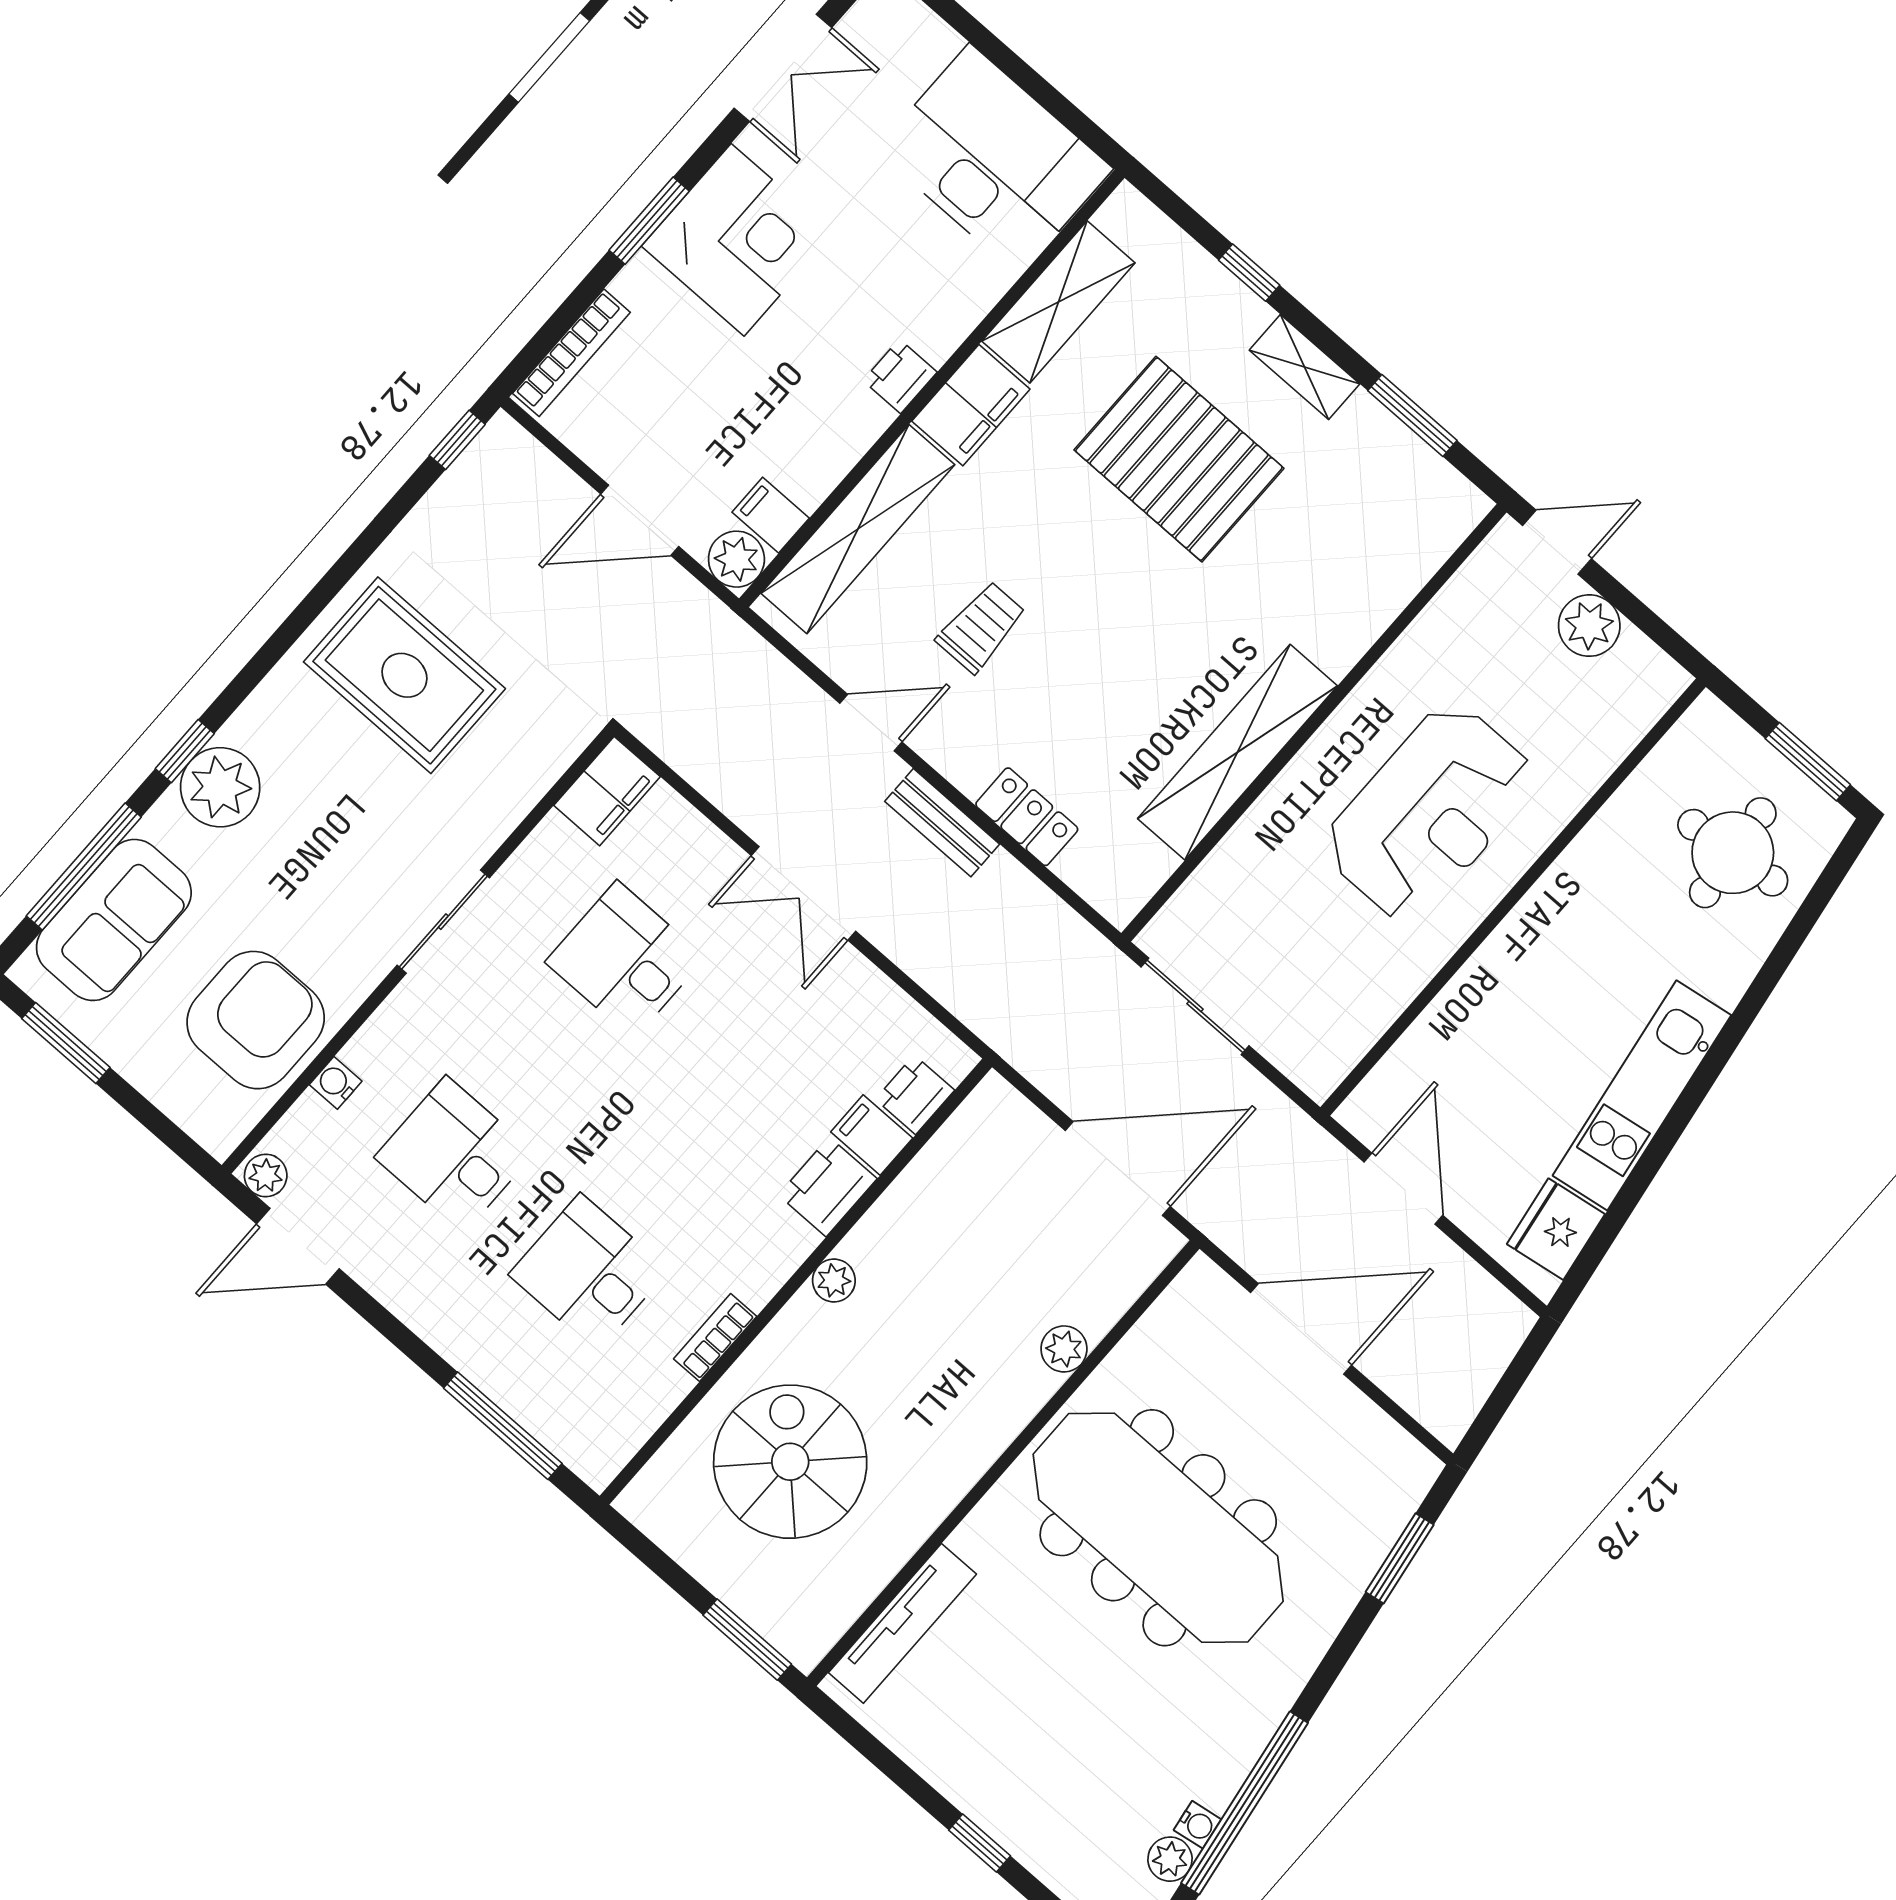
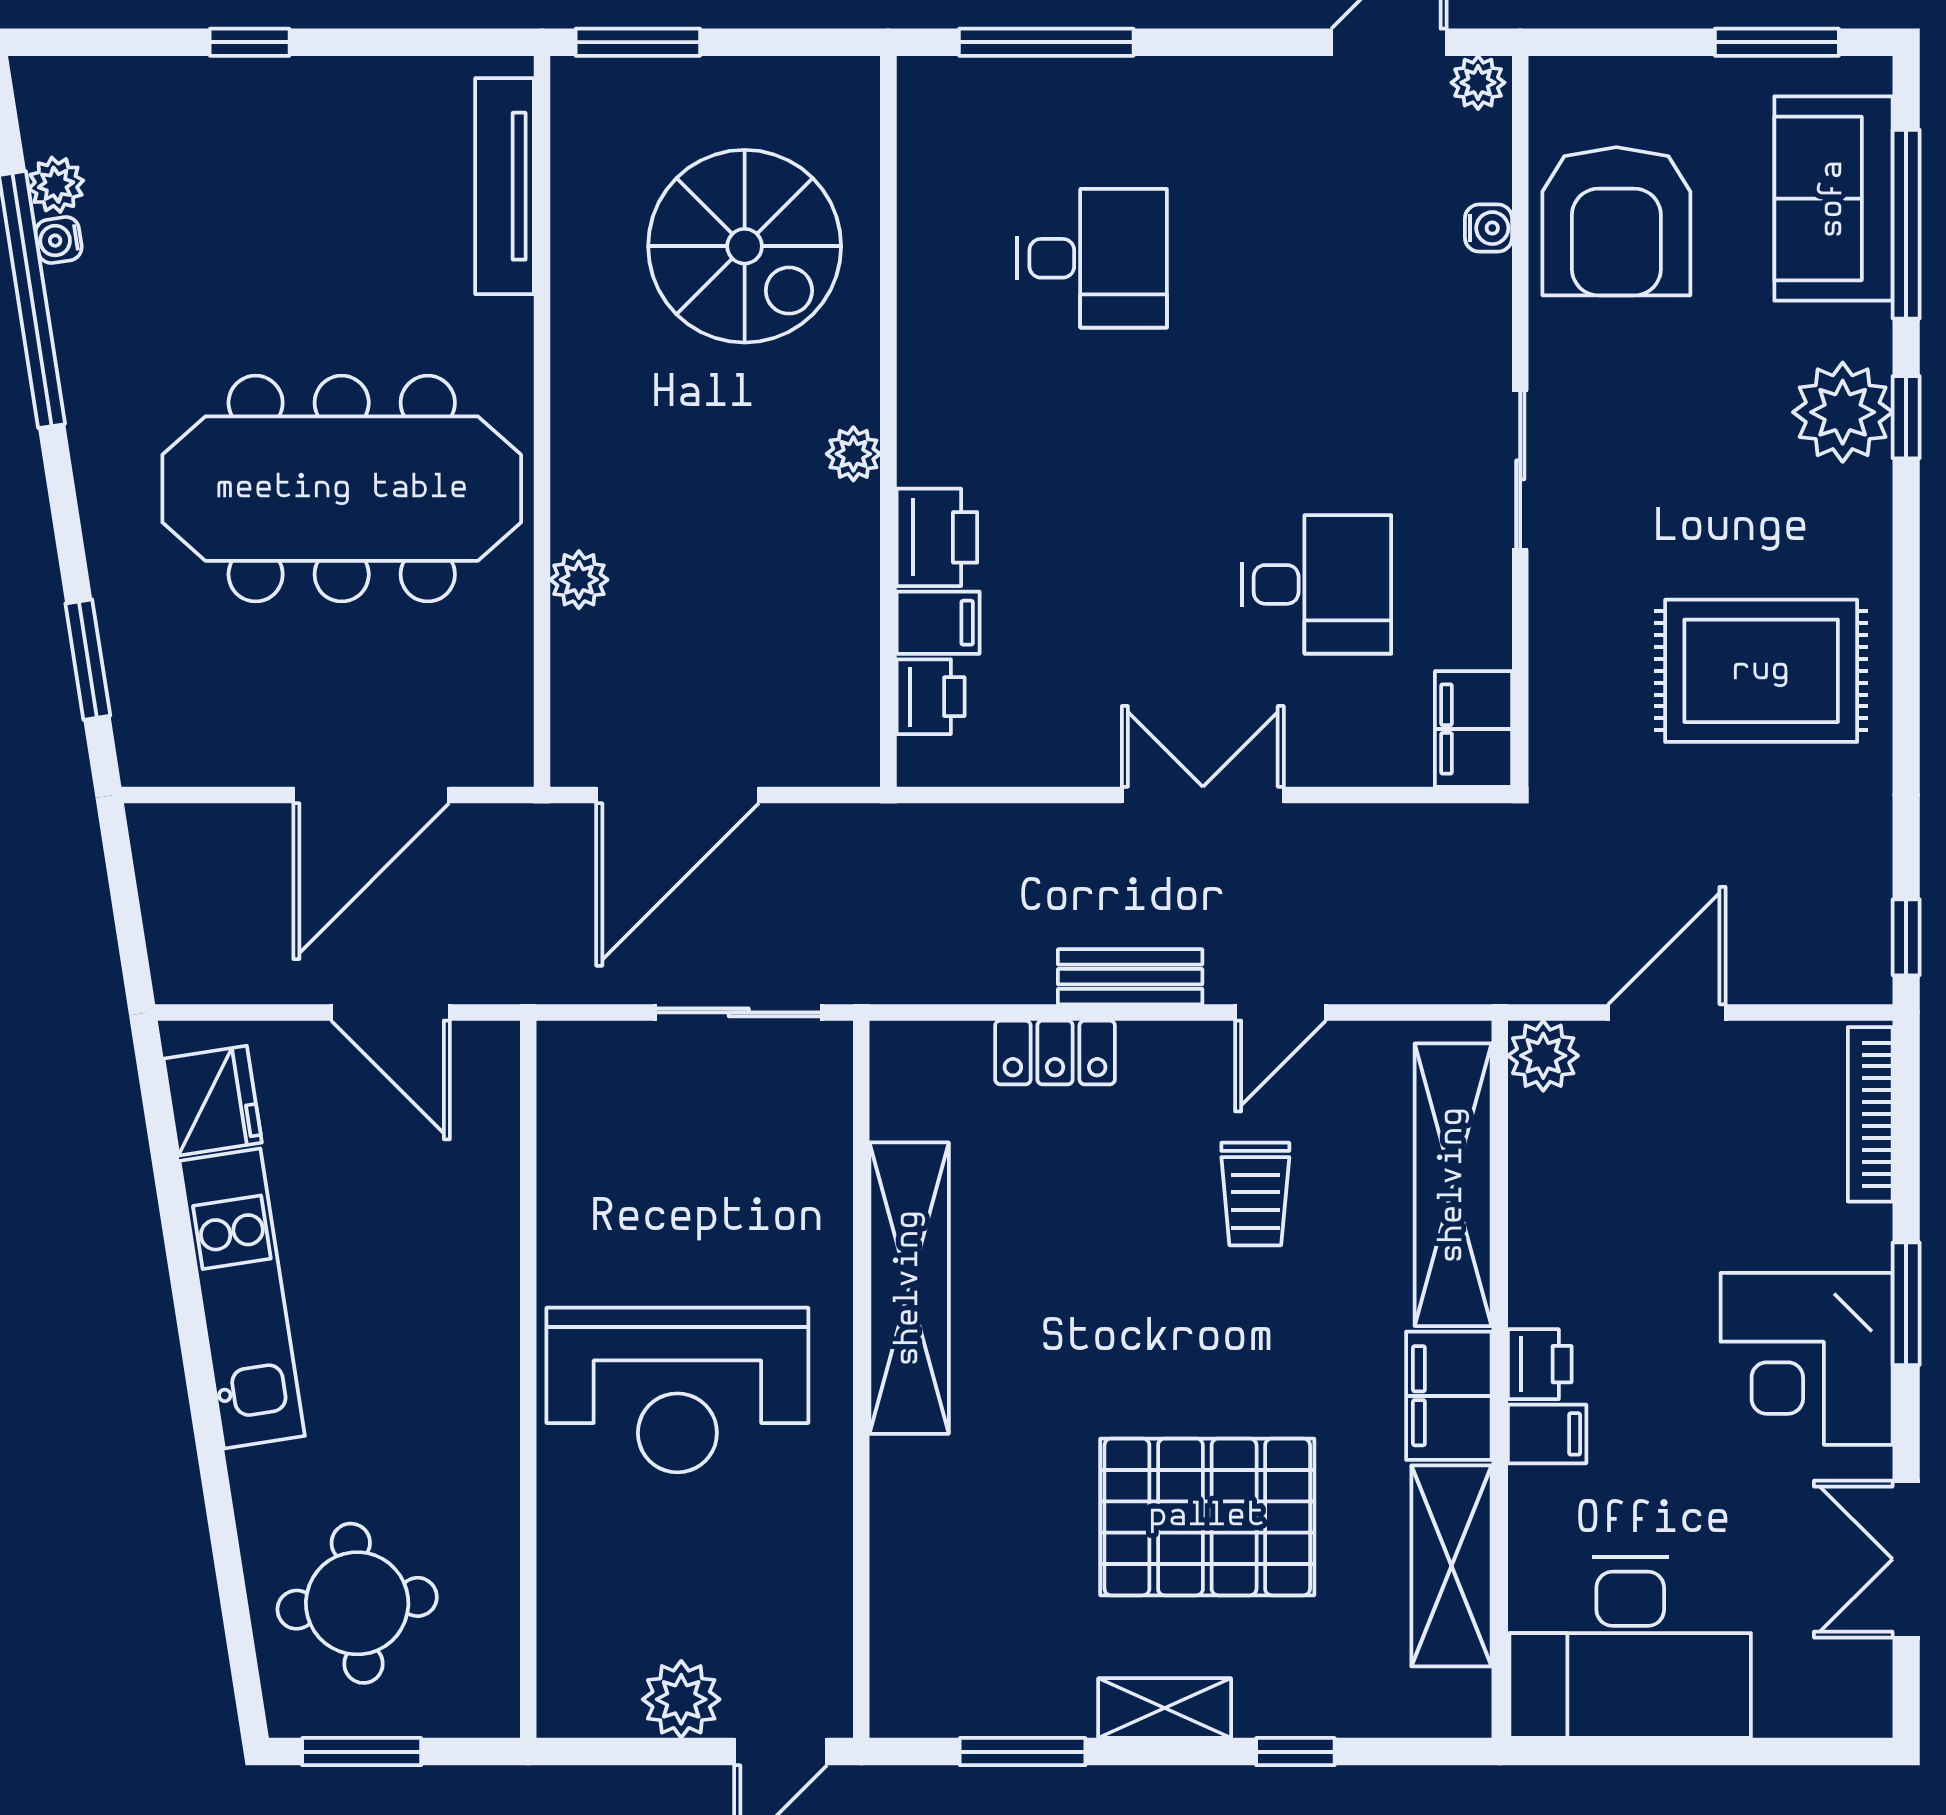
filing cabinet: (771, 515) -> (1547, 1434), moved
reception desk: (1429, 813) -> (677, 1390), turned -90
desk: (454, 1155) -> (1316, 258), removed
bookcase: (715, 1338) -> (918, 301), removed

